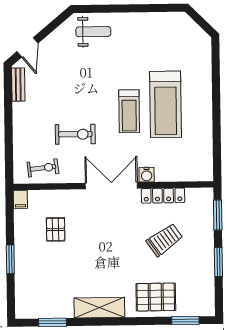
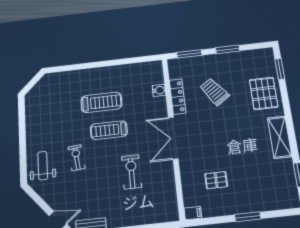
treadmill: (166, 104) -> (101, 102), width x0.73, depth x0.73
treadmill: (129, 111) -> (109, 130), turned 180
exercise bike: (43, 168) -> (77, 158), moved
water cooler: (147, 175) -> (159, 90), moved

